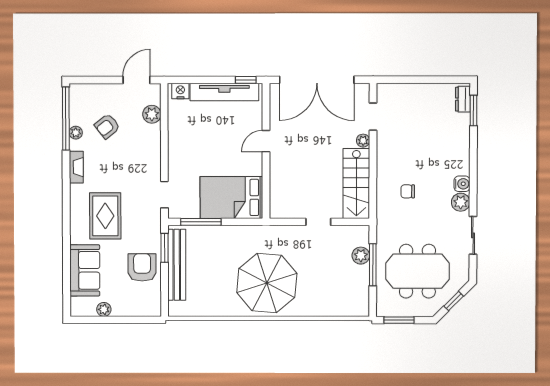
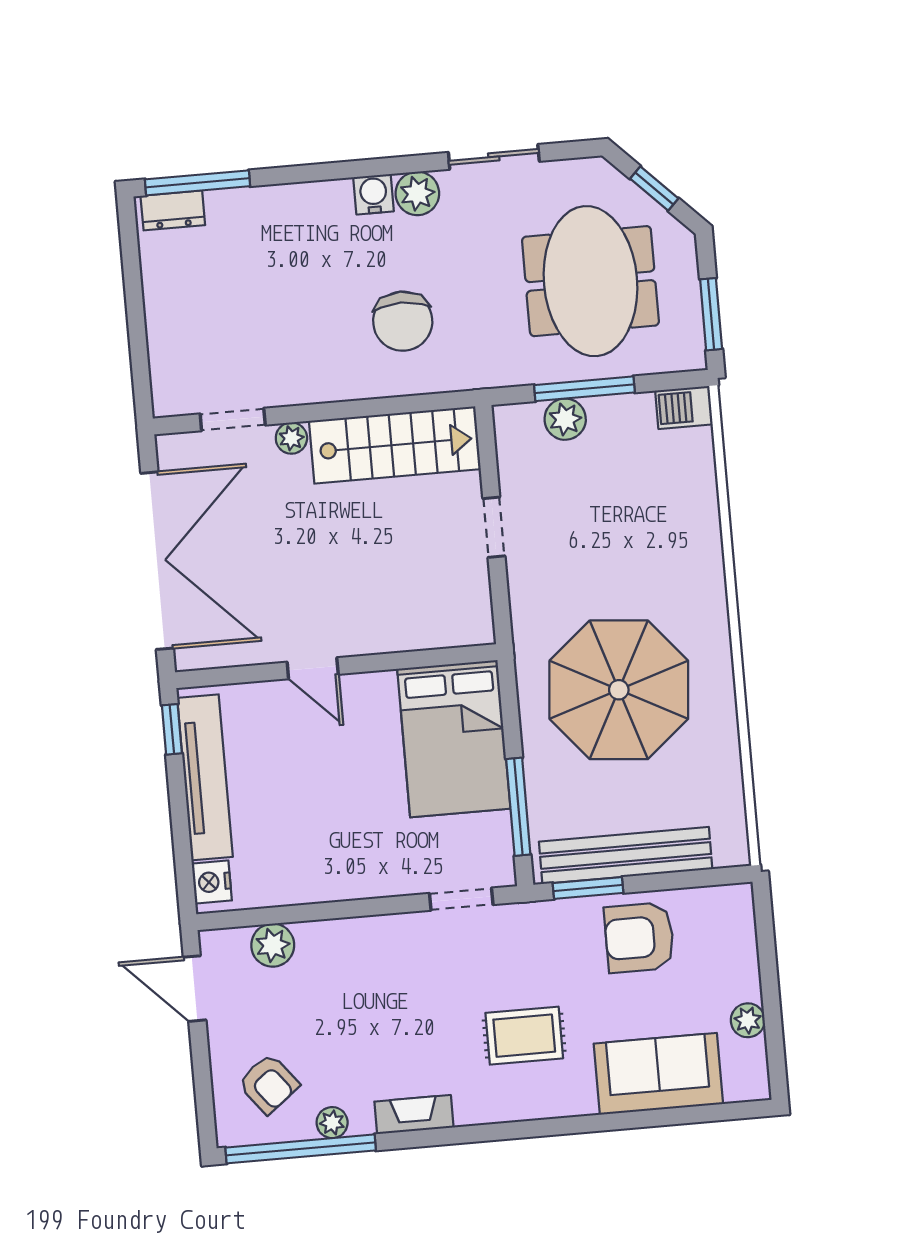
window: (474, 111) -> (198, 183), width x1.44
armchair: (107, 126) -> (269, 1084), moved
chair: (408, 191) -> (403, 321), width x1.87, depth x1.87
rug: (105, 216) -> (524, 1036), width x0.73, depth x0.70
parasol: (267, 283) -> (619, 690), moved
barbecue: (361, 305) -> (684, 407), added

